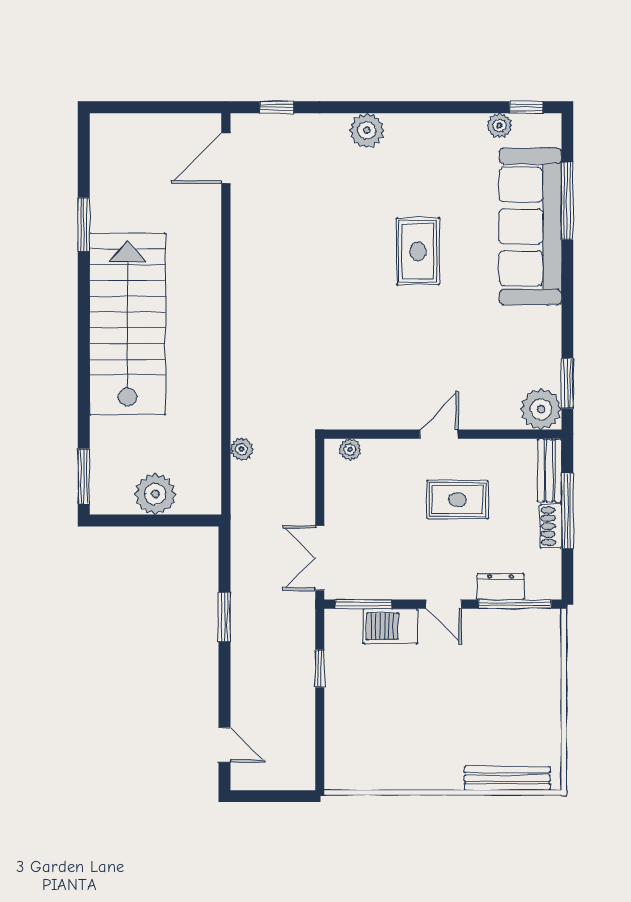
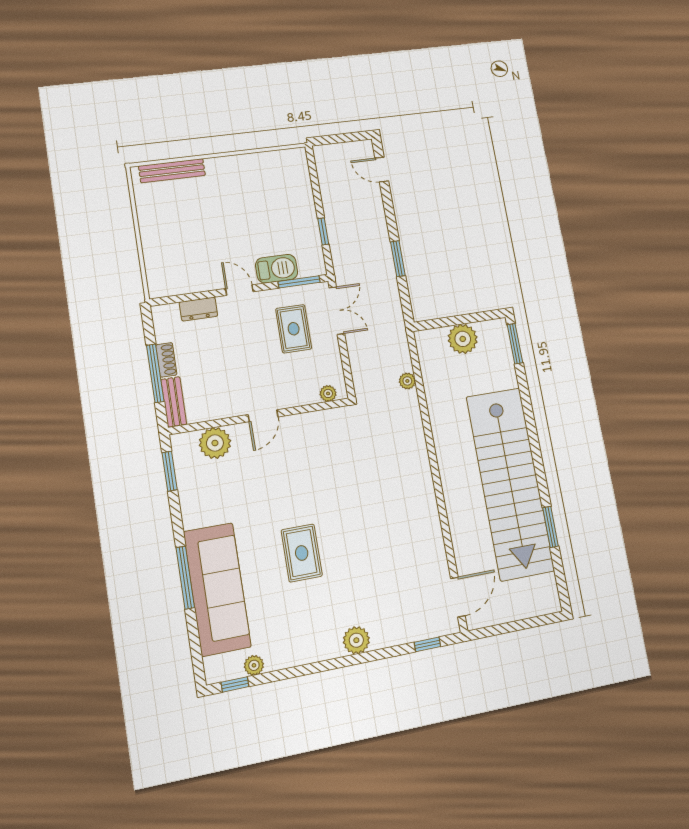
window: (567, 201) -> (185, 578), moved
stairs: (128, 324) -> (510, 483), width x1.36
plant: (541, 409) -> (215, 443), moved
rug: (458, 500) -> (294, 329), moved, turned 90
window: (515, 604) -> (186, 298), removed

